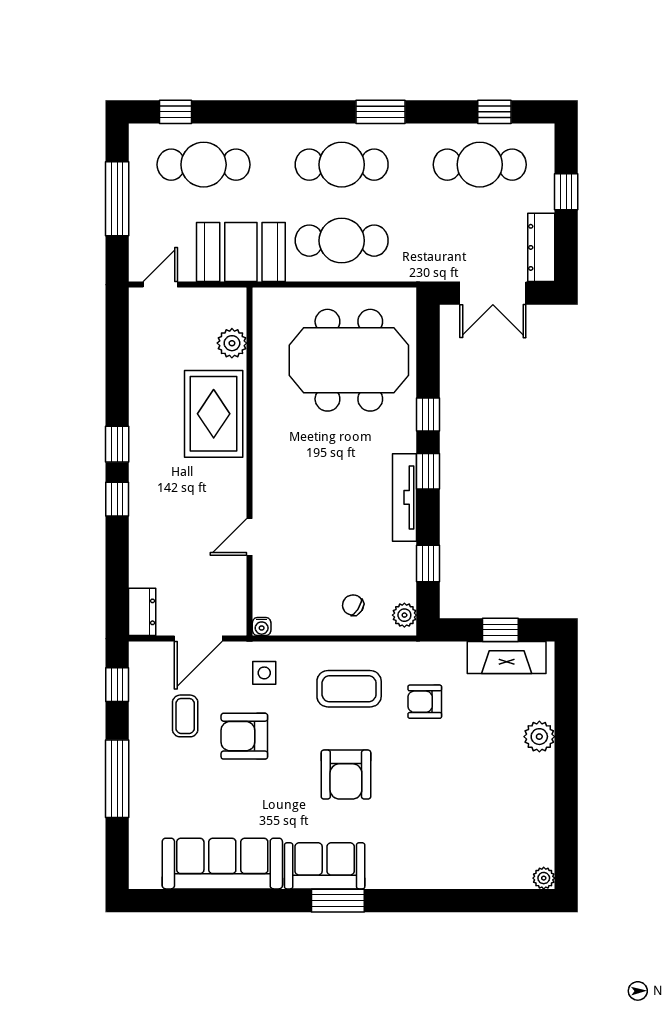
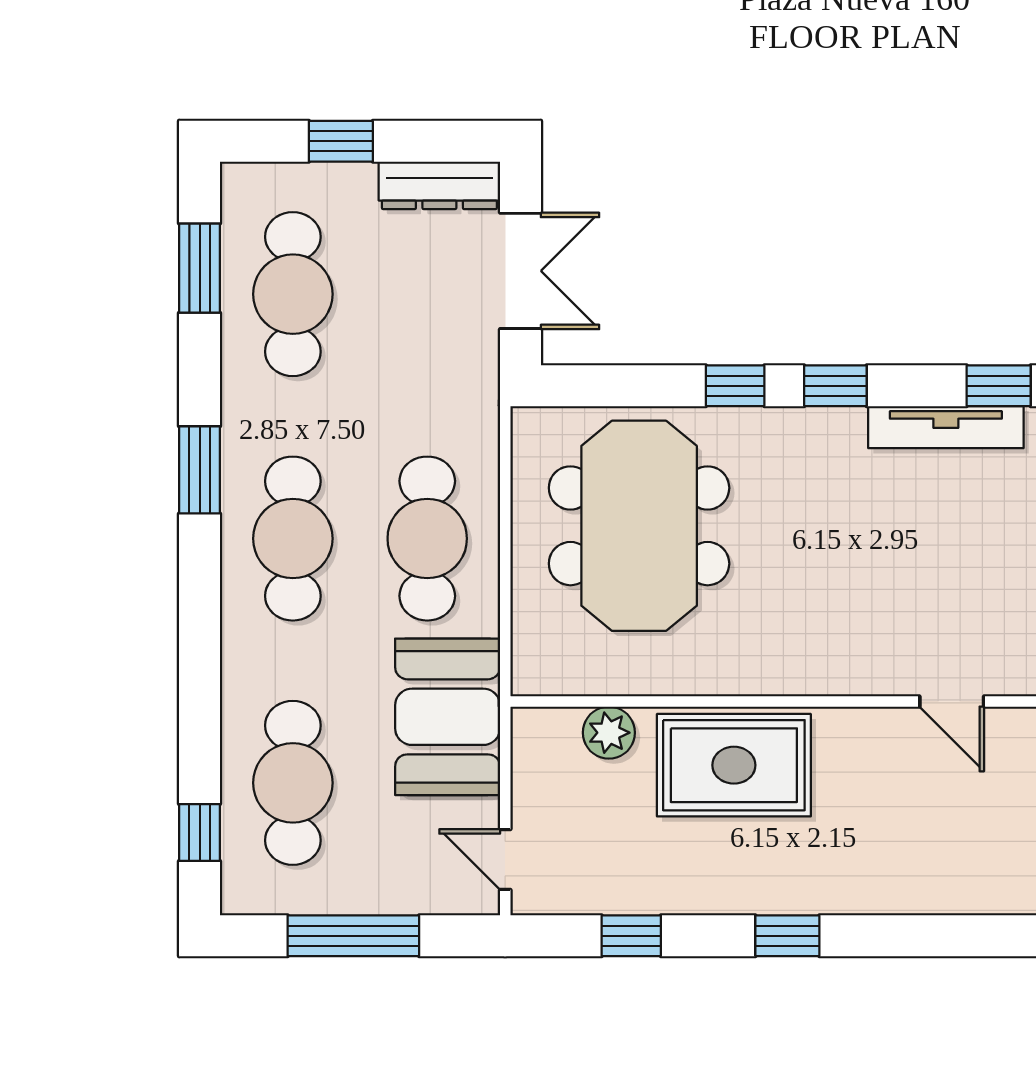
window: (494, 112) -> (200, 268), width x1.50
tv unit: (405, 497) -> (946, 427), moved
window: (117, 499) -> (631, 936), moved

